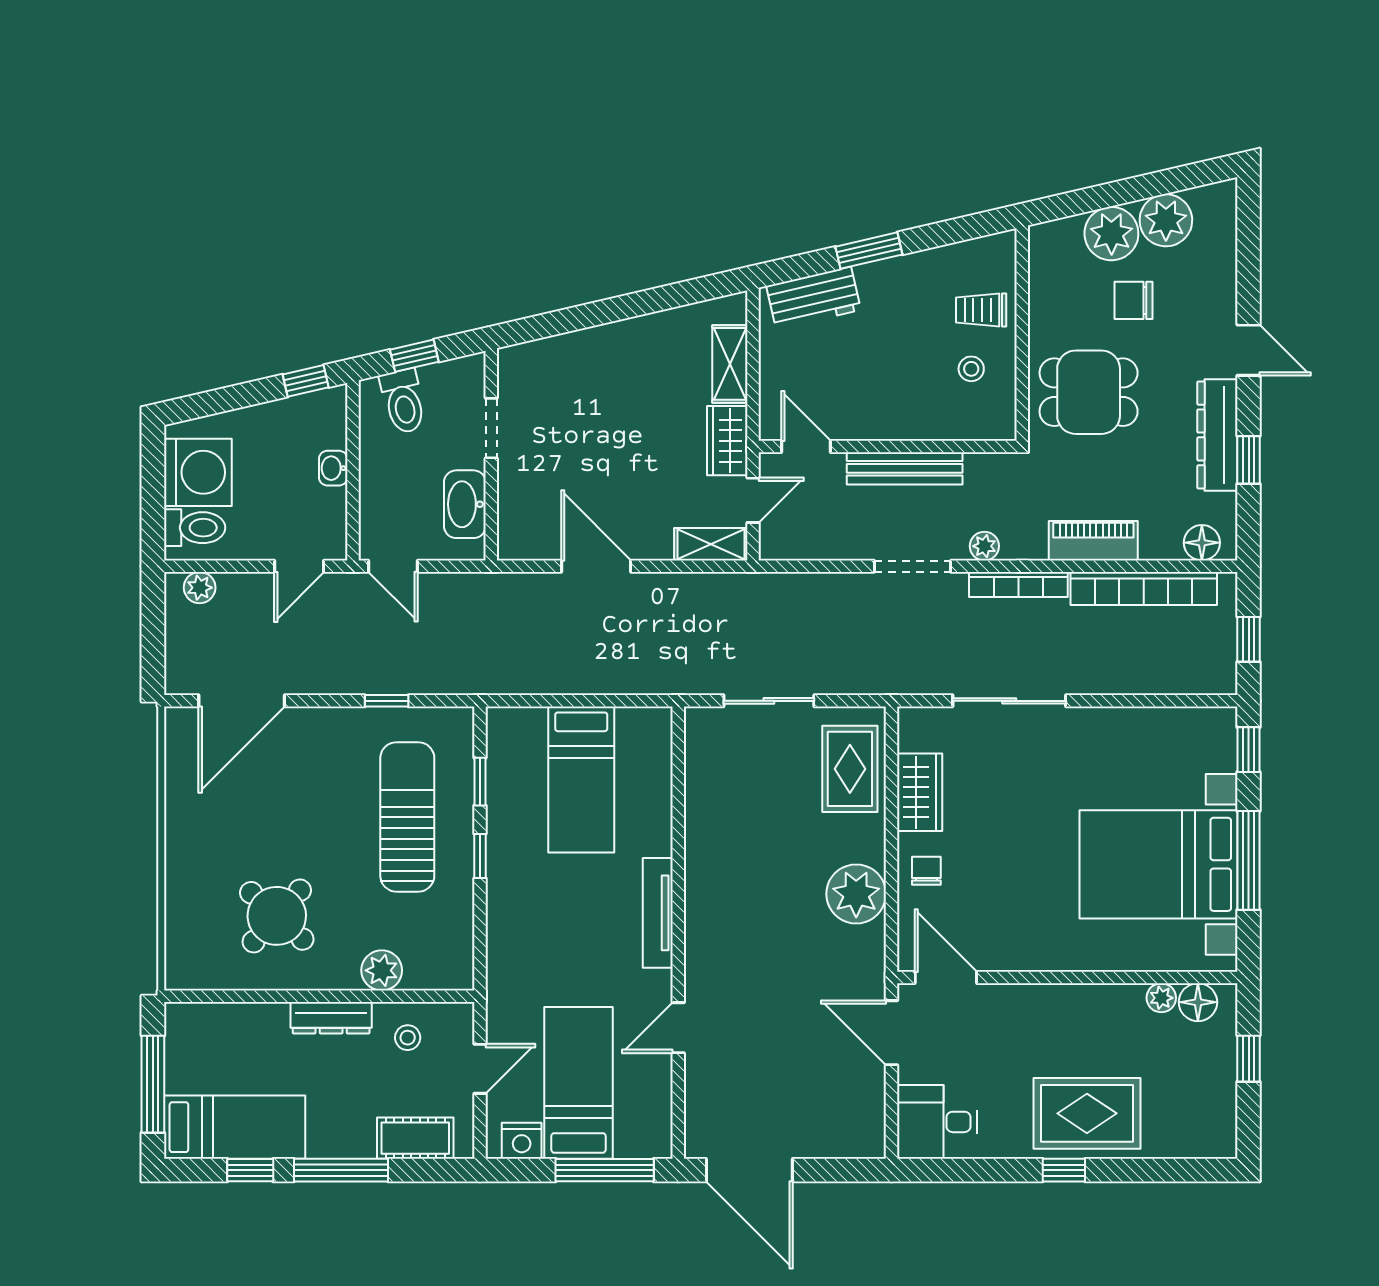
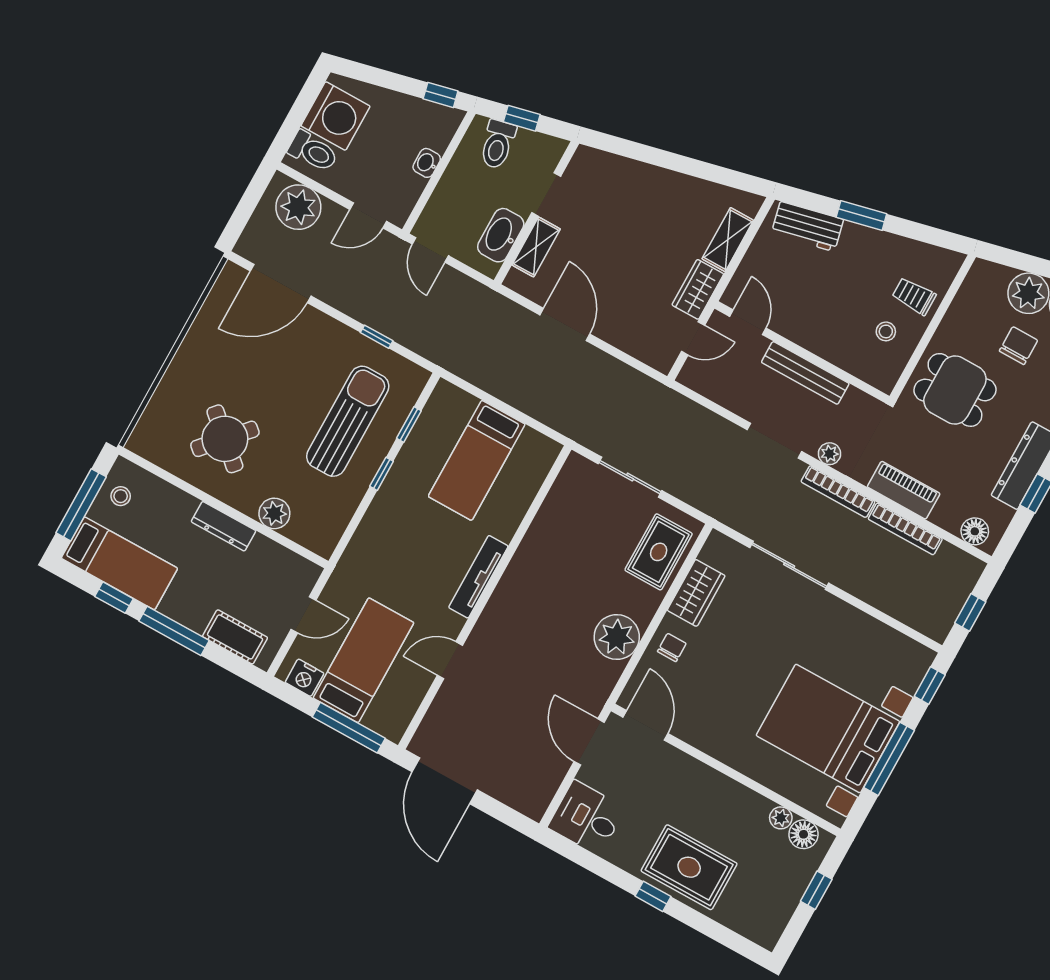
chair: (1133, 300) -> (1018, 346), turned 90
shelving: (711, 544) -> (536, 247), moved, turned 90
plant: (200, 588) -> (298, 207), width x1.87, depth x1.87
bookcase: (1144, 588) -> (905, 529), width x0.68, depth x0.76
stool: (408, 1038) -> (121, 496), moved

